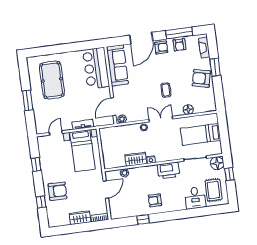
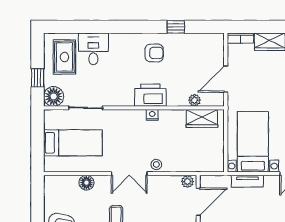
wardrobe: (136, 159) -> (202, 118), moved
printer: (168, 171) -> (150, 95), moved

